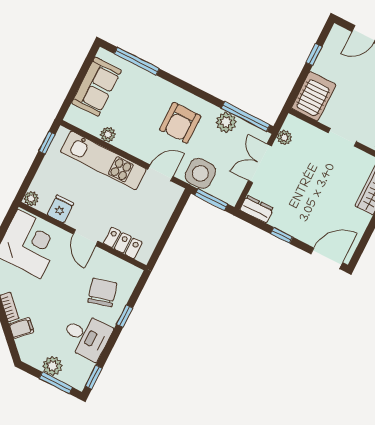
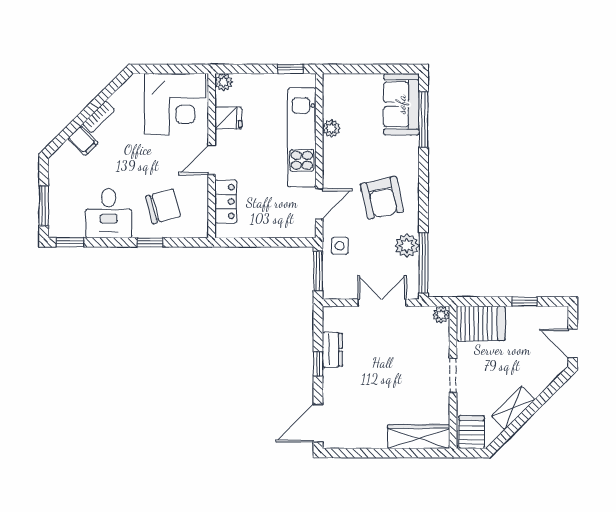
sofa: (97, 87) -> (401, 104), moved, turned 90
armchair: (180, 123) -> (382, 198), turned -102
plant: (284, 138) -> (441, 315), moved
door: (160, 173) -> (319, 204), hinge flipped
side table: (200, 173) -> (340, 246), width x0.54, depth x0.54
dresser: (257, 209) -> (332, 350), moved
door: (327, 258) -> (318, 423), swing flipped
plant: (52, 366) -> (60, 193), removed

